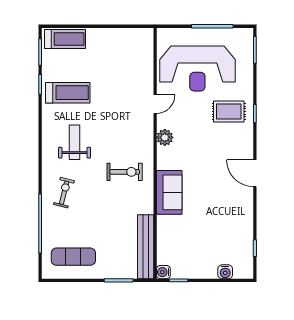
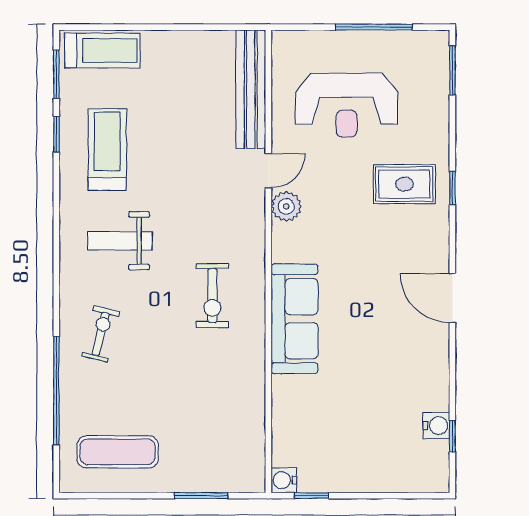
reception desk: (197, 69) -> (346, 105), width x0.74, depth x0.77
treadmill: (68, 93) -> (107, 150), turned -90
plant: (165, 137) -> (286, 206), moved
weight bench: (75, 142) -> (120, 241), turned -90
exercise bike: (125, 172) -> (212, 296), turned 90
sofa: (169, 192) -> (294, 319), width x1.36
bench: (146, 247) -> (251, 89), moved
water cooler: (225, 272) -> (436, 425), moved, turned -90

